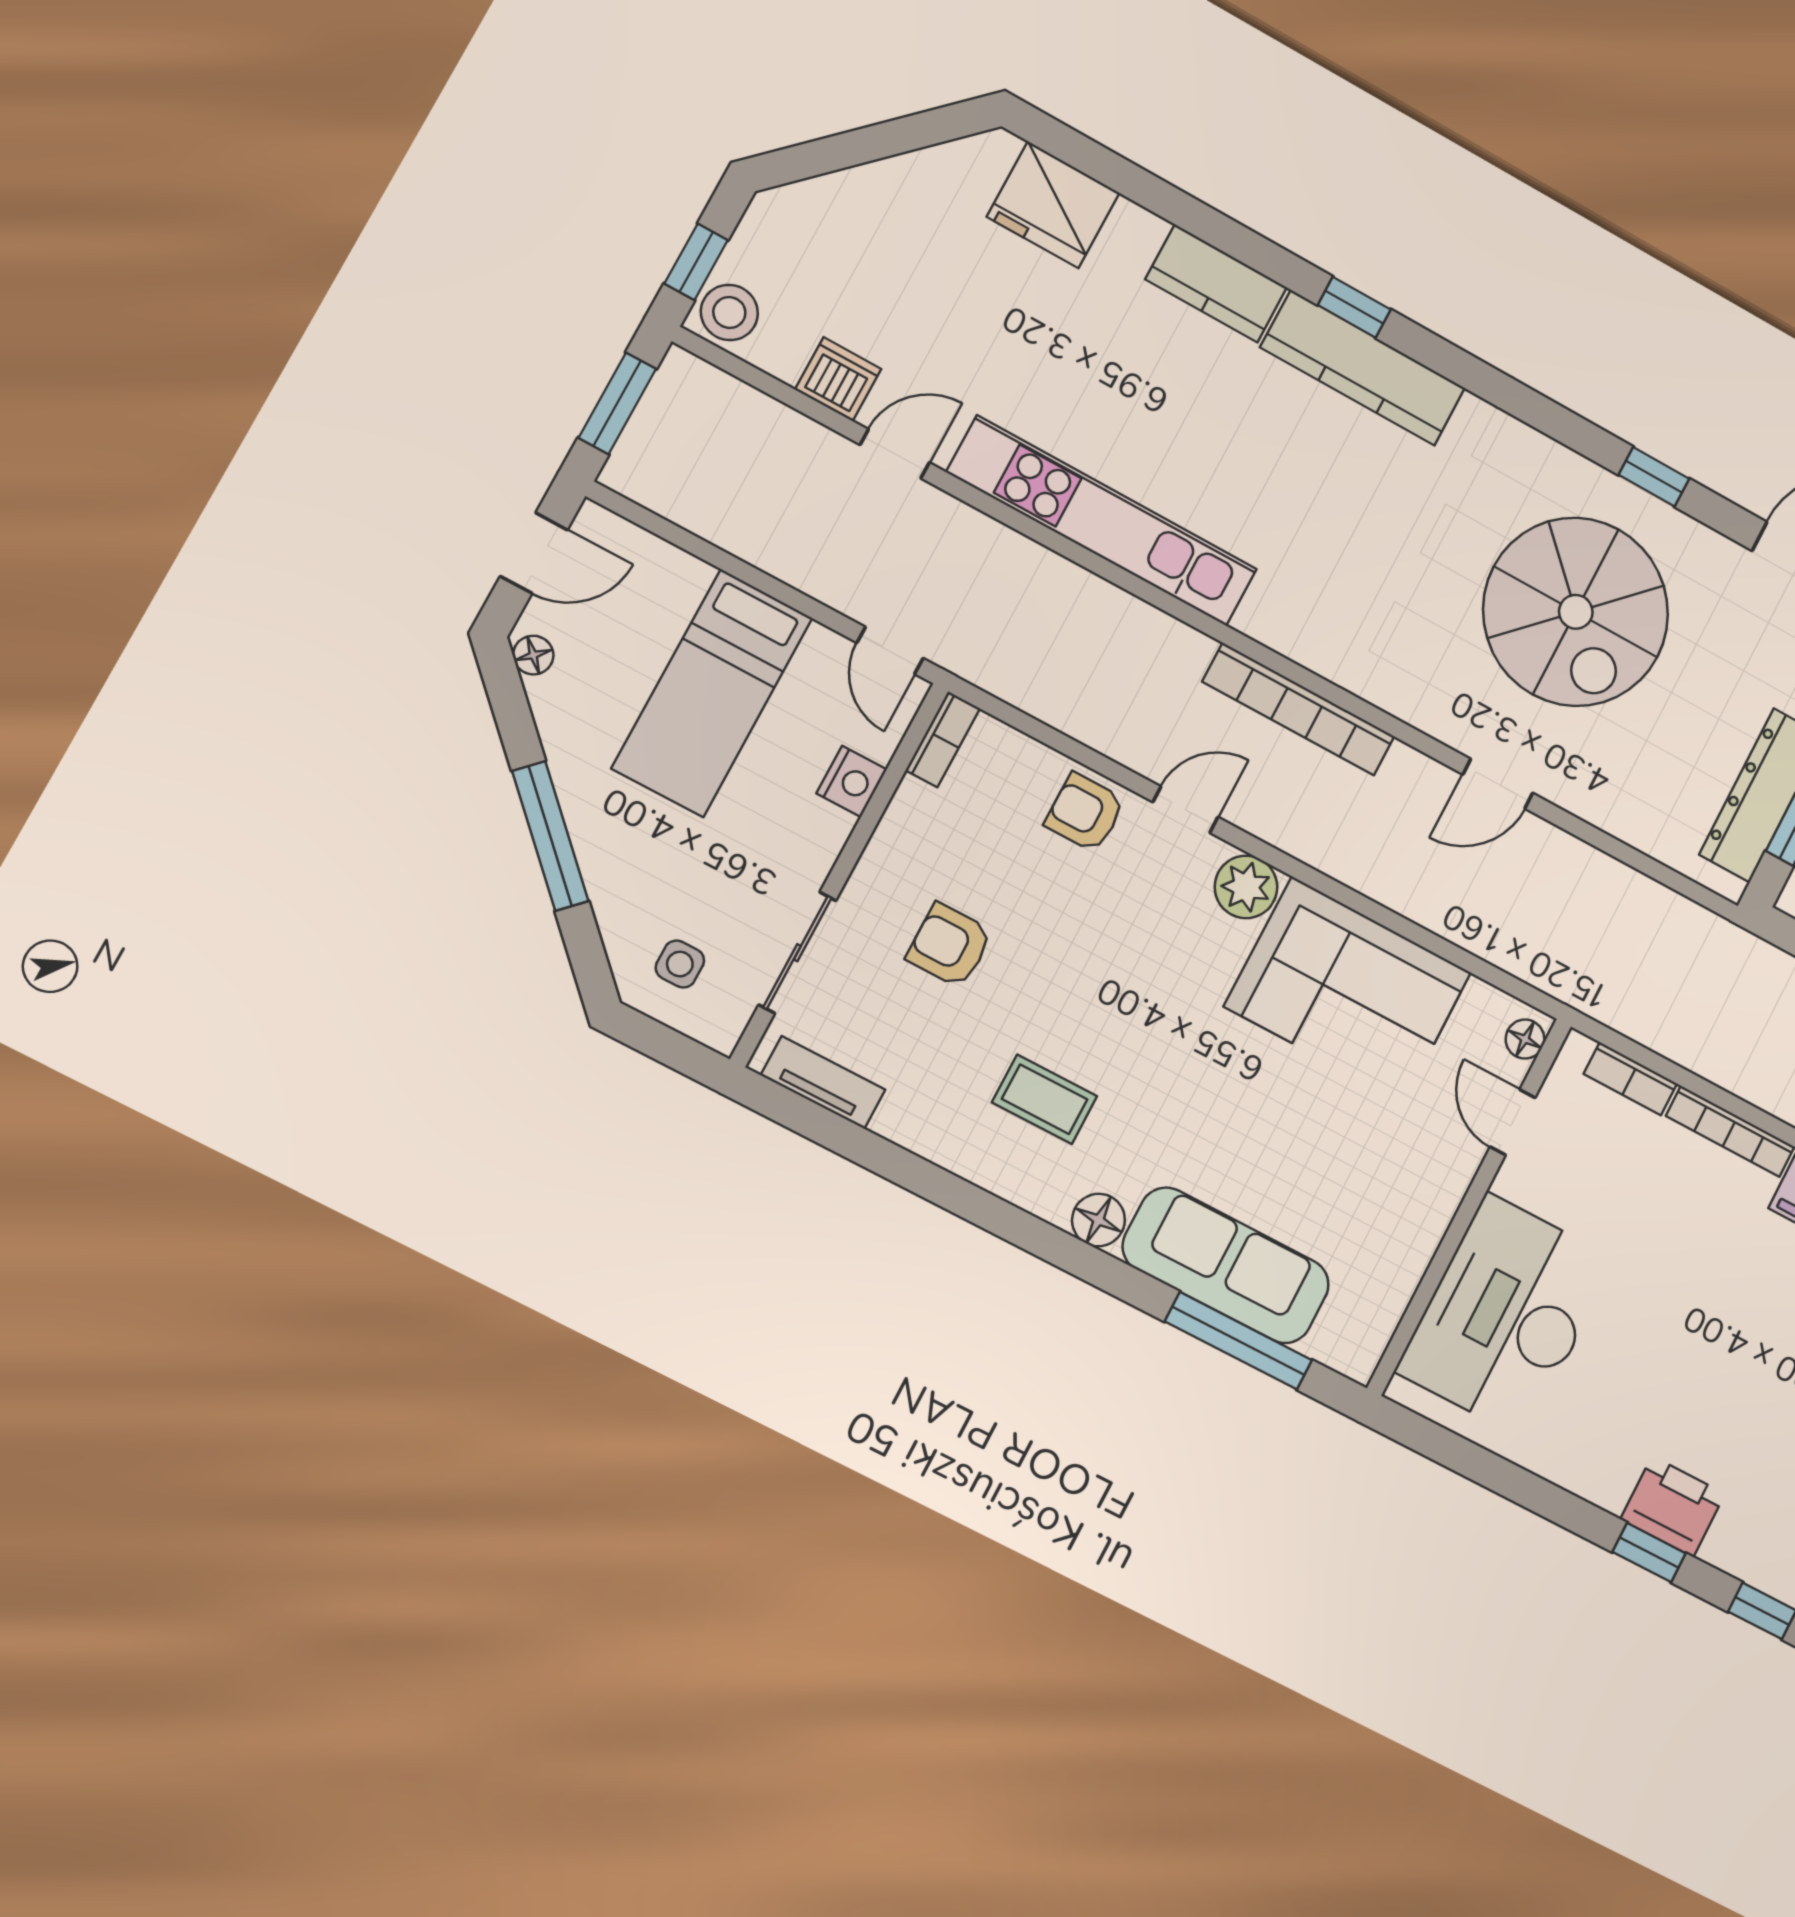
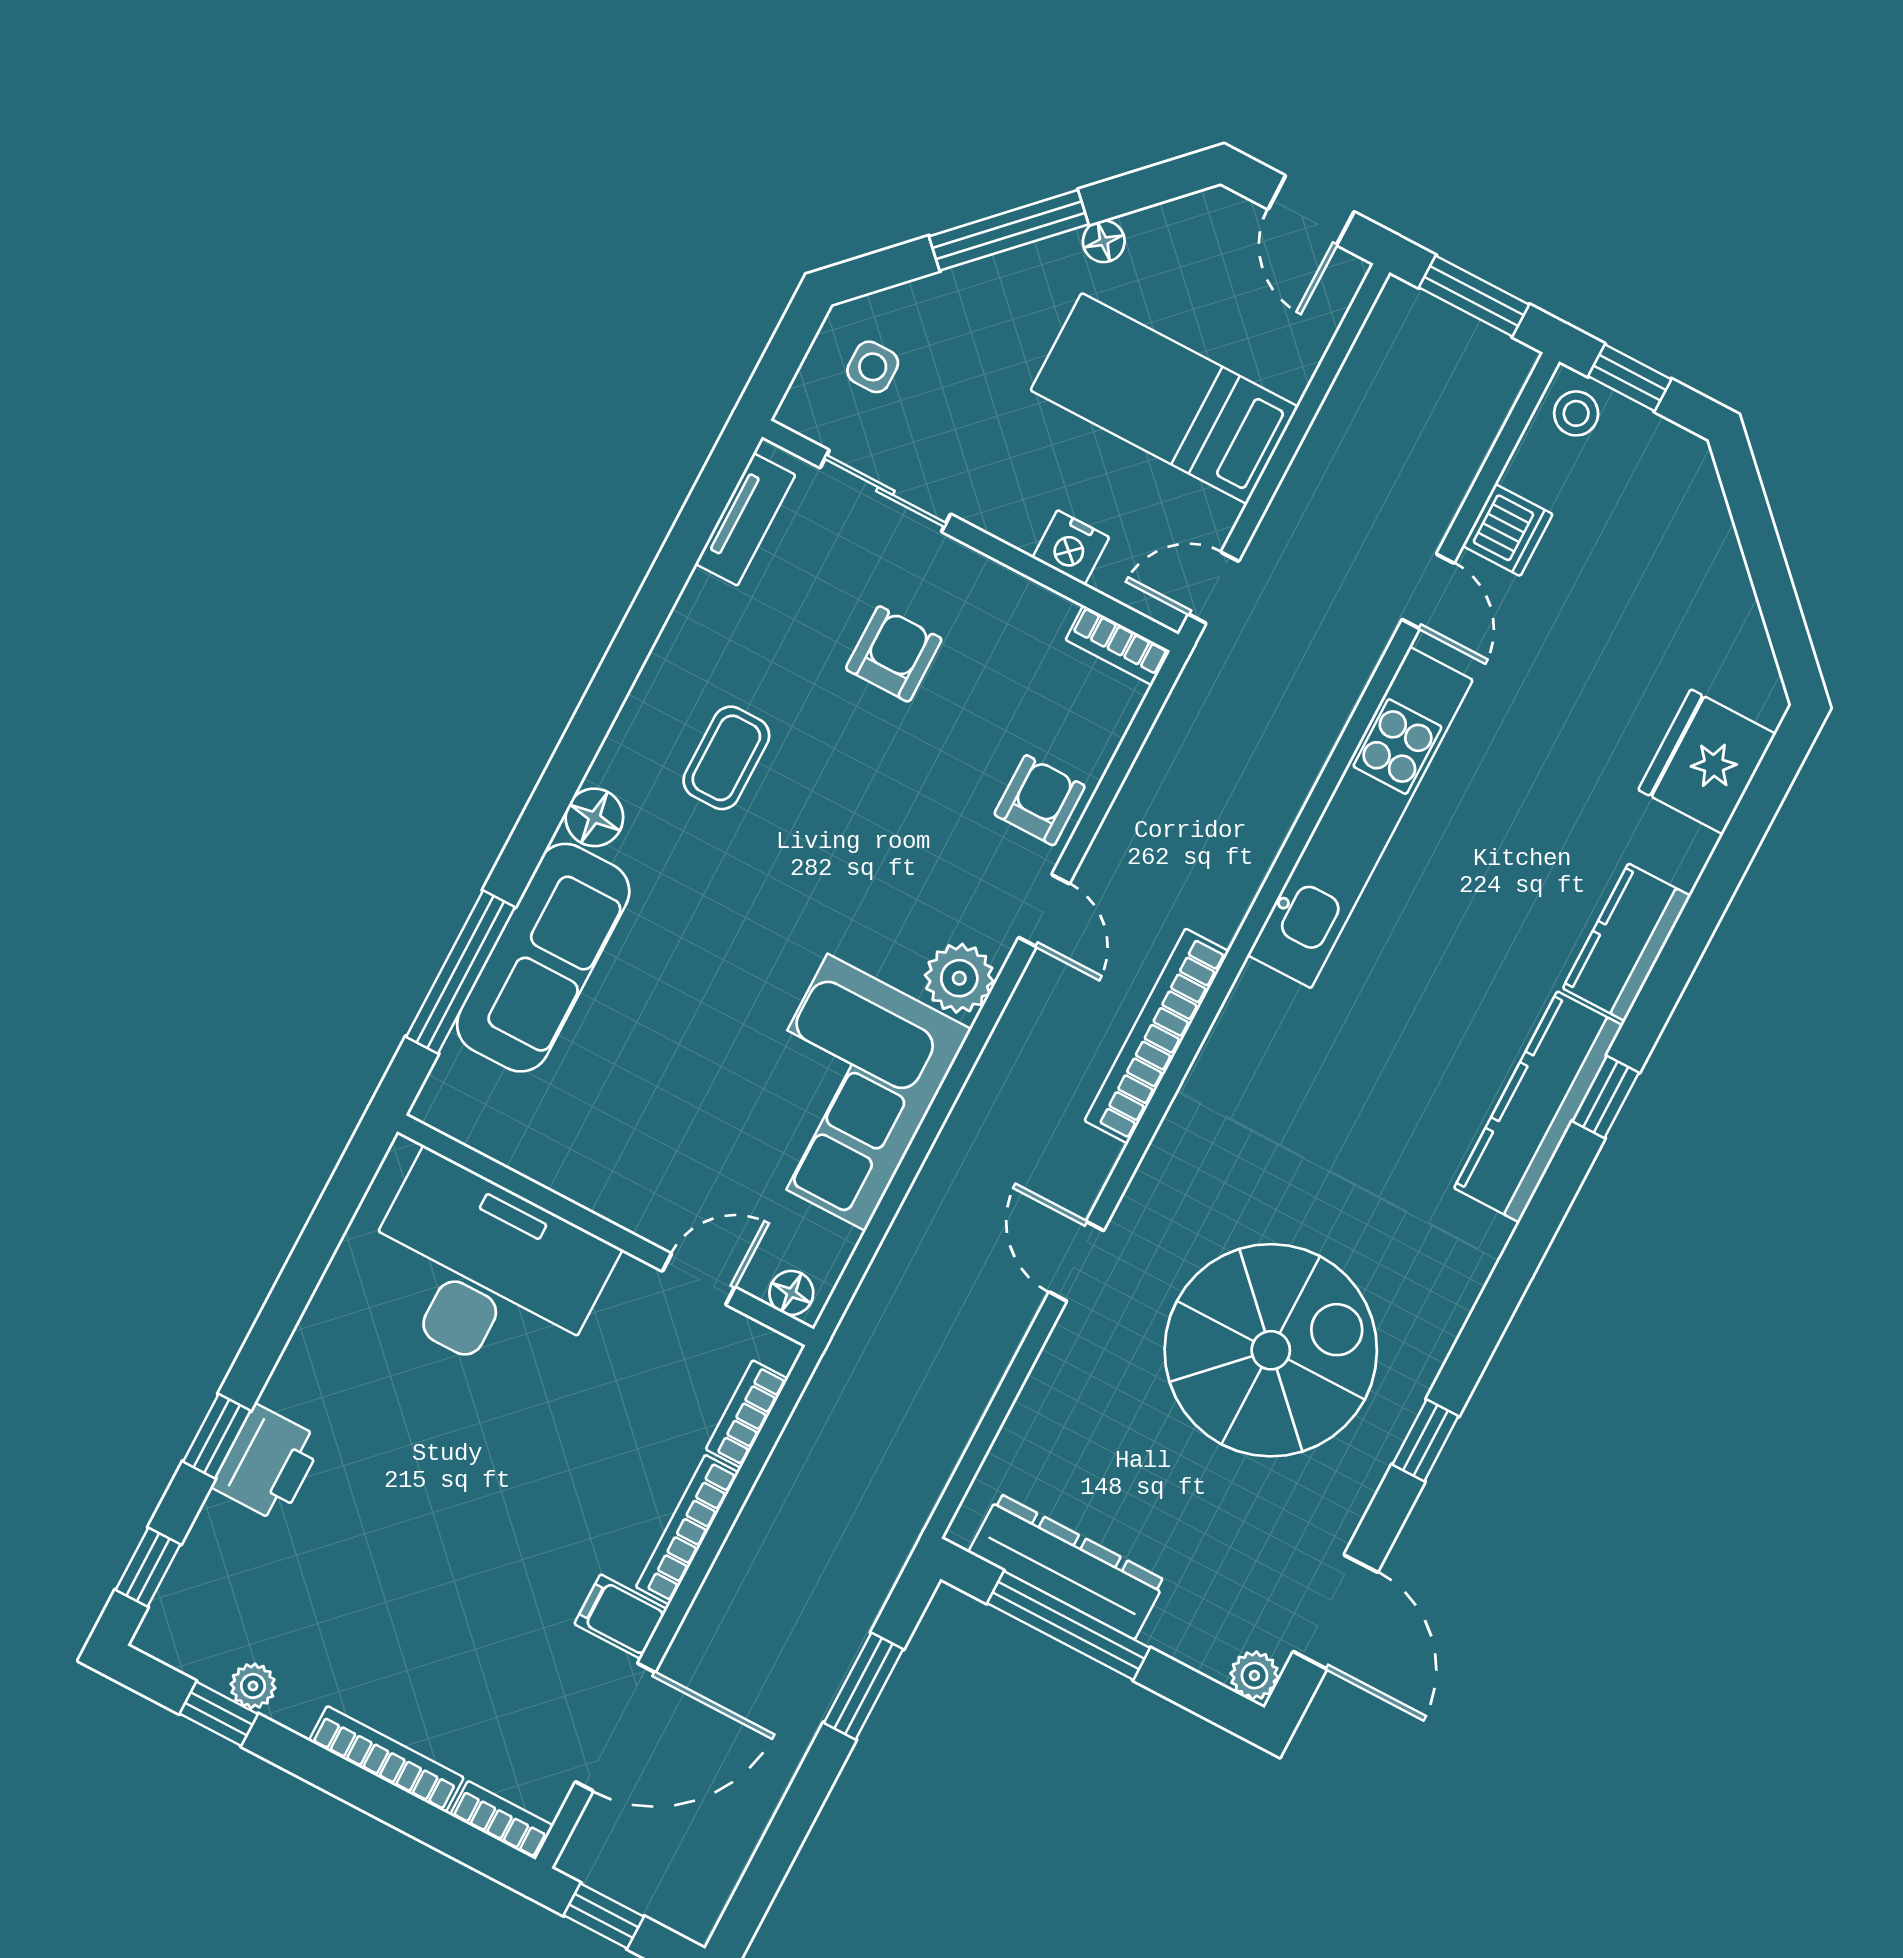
stool: (729, 313) -> (1576, 413), width x0.73, depth x0.73
spiral stairs: (1576, 612) -> (1271, 1350), turned 180
floor lamp: (533, 655) -> (1104, 241), moved

